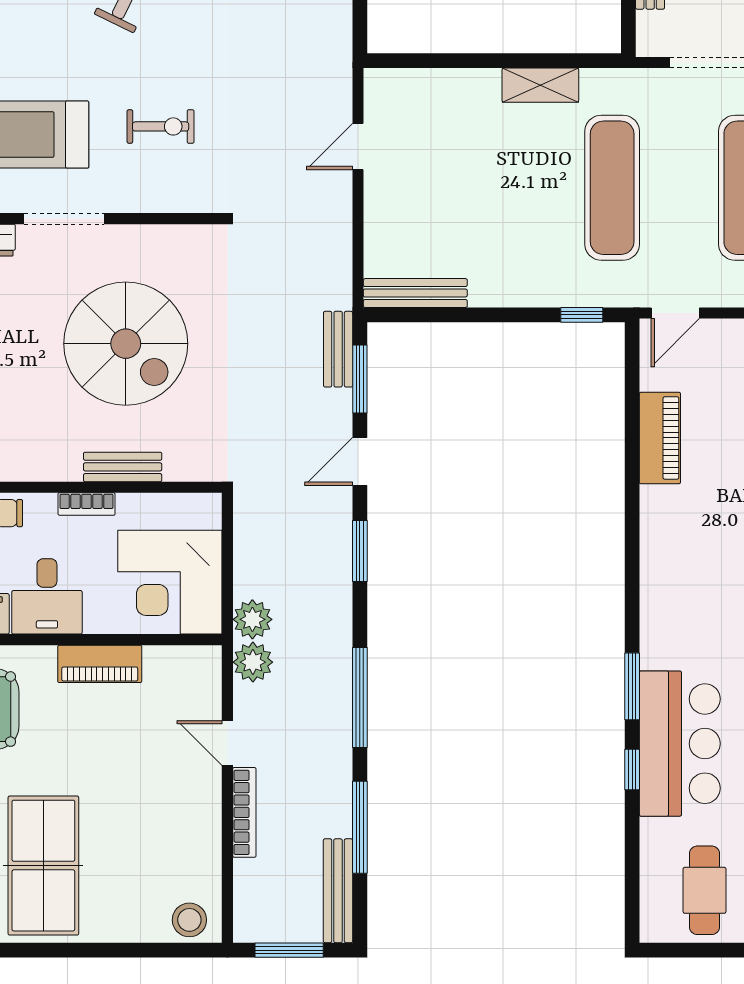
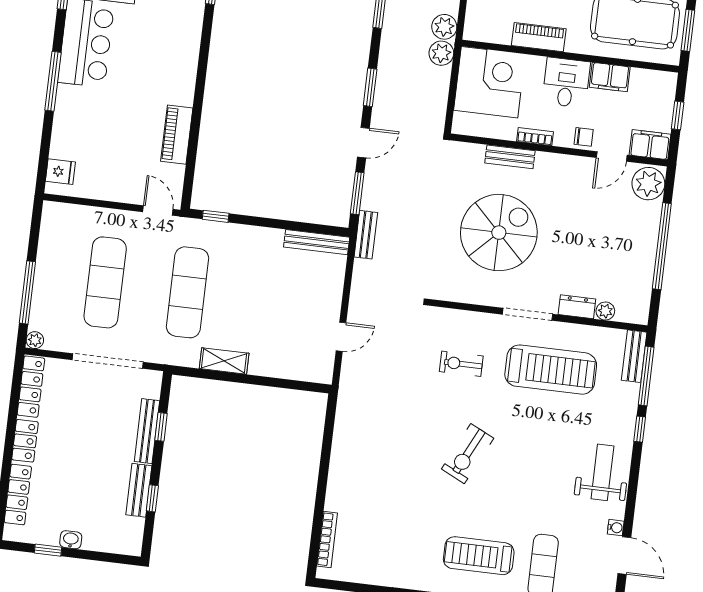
door: (675, 313) -> (158, 210), hinge flipped
spiral stairs: (126, 344) -> (499, 233), turned 90
bench: (338, 349) -> (366, 235), moved

